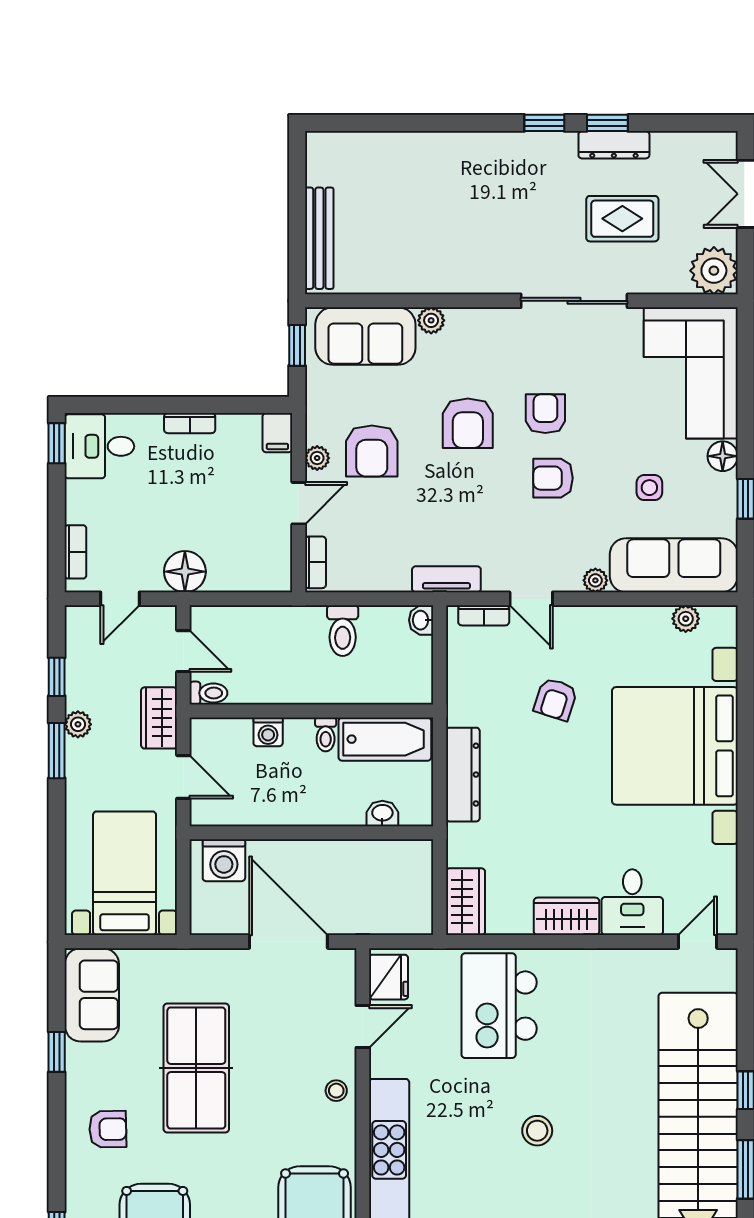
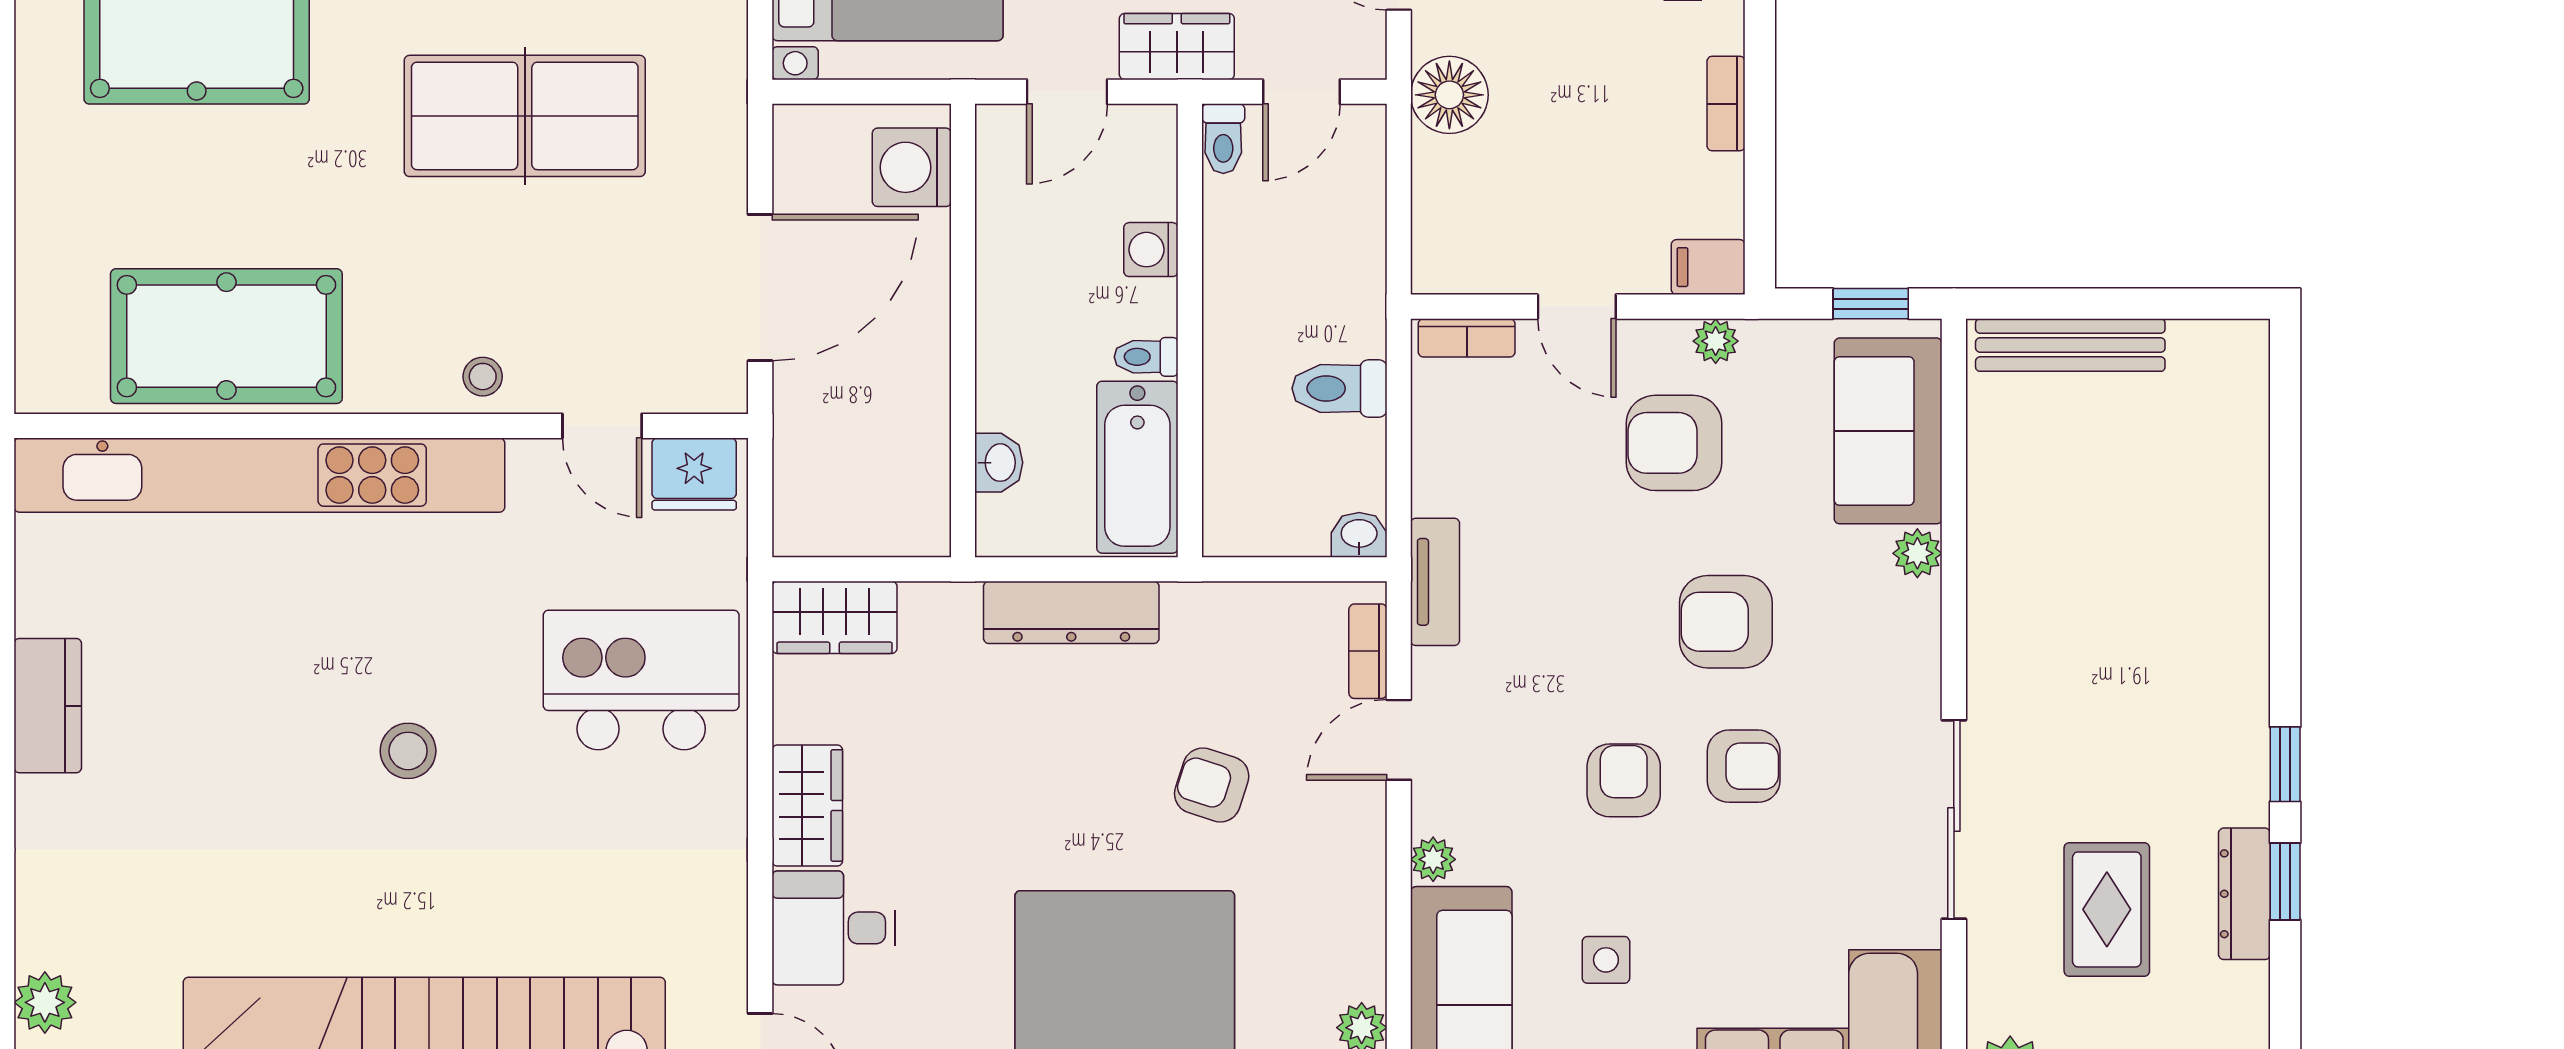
plant: (317, 458) -> (1716, 341), moved

